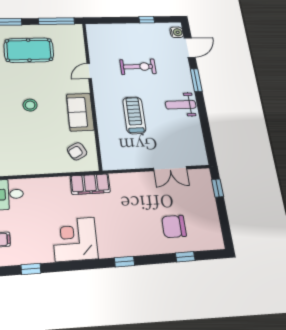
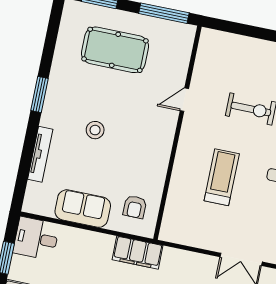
sofa: (80, 112) -> (83, 209), moved, turned 90
armchair: (77, 151) -> (135, 207), turned -62

